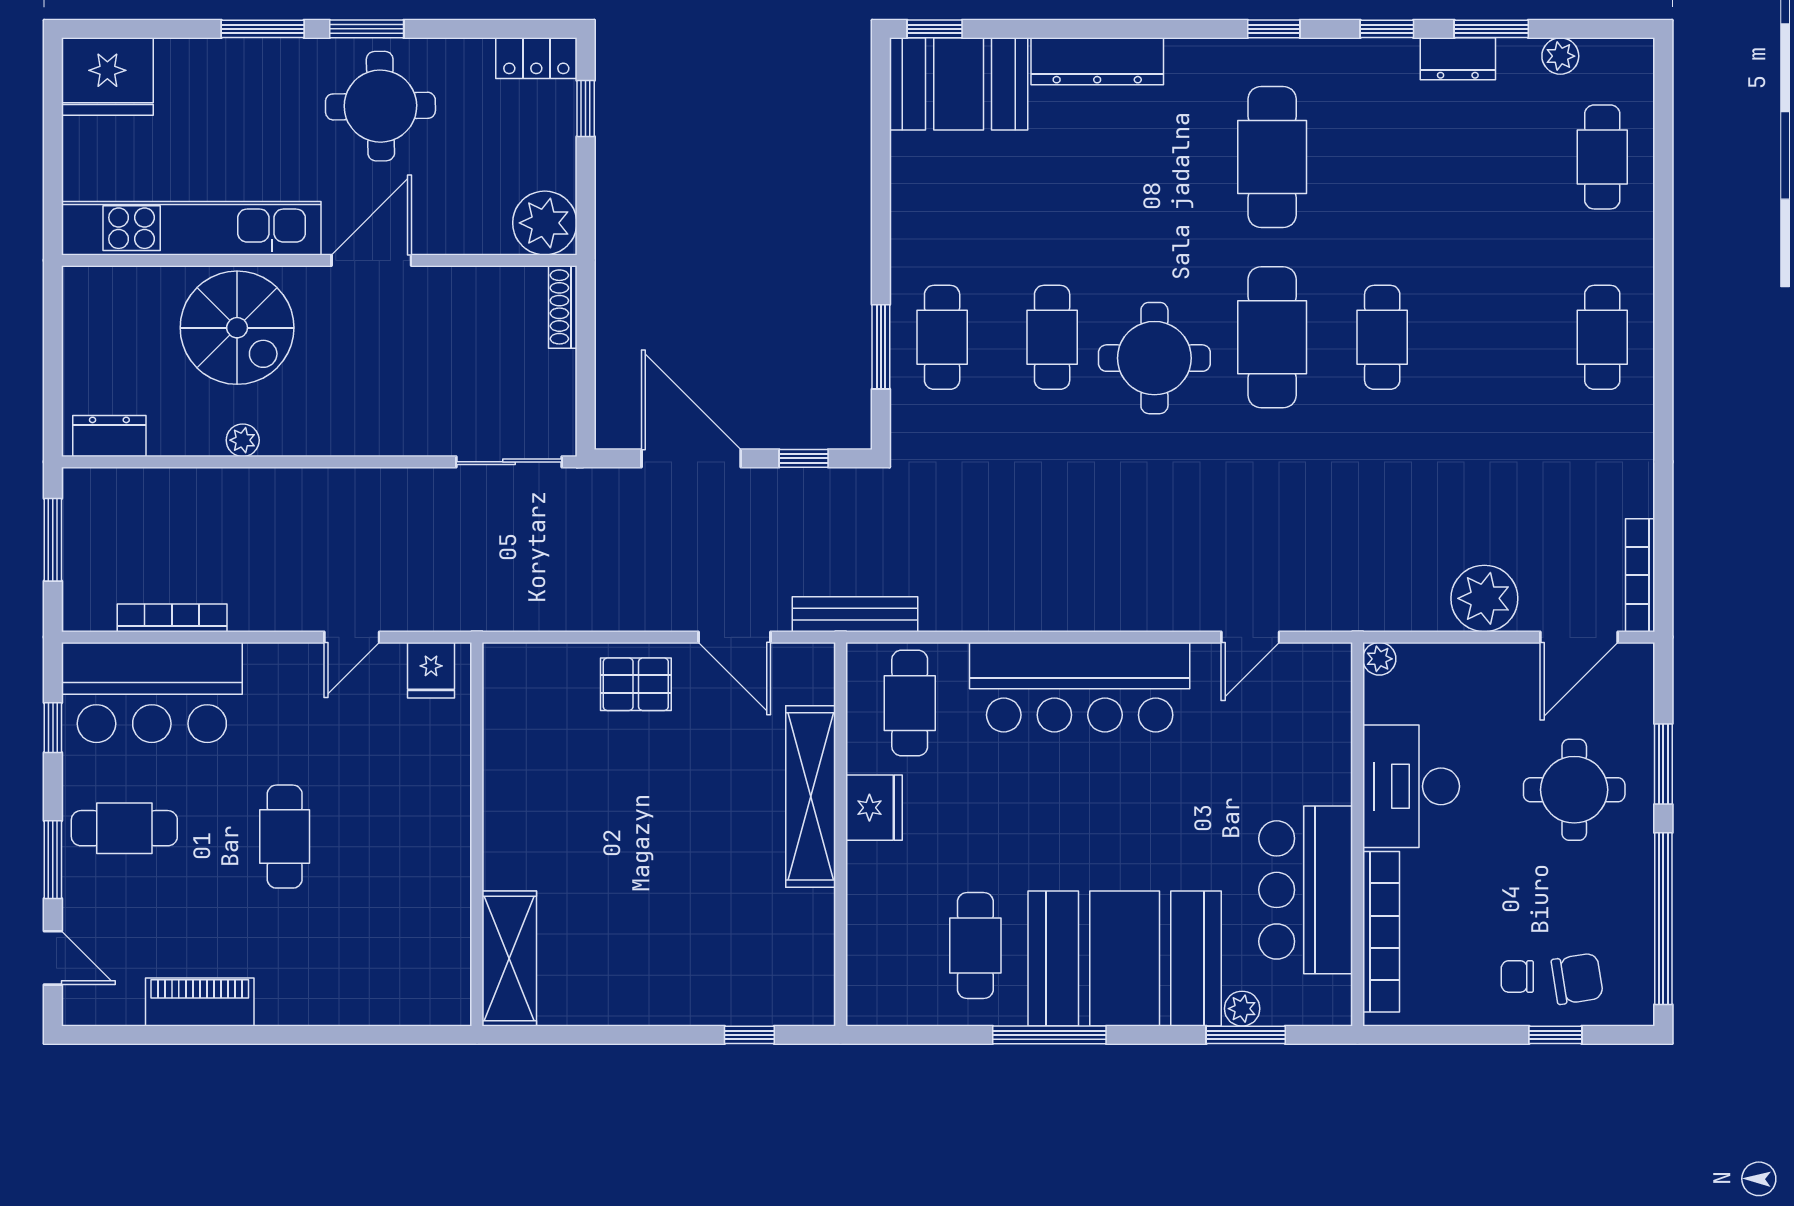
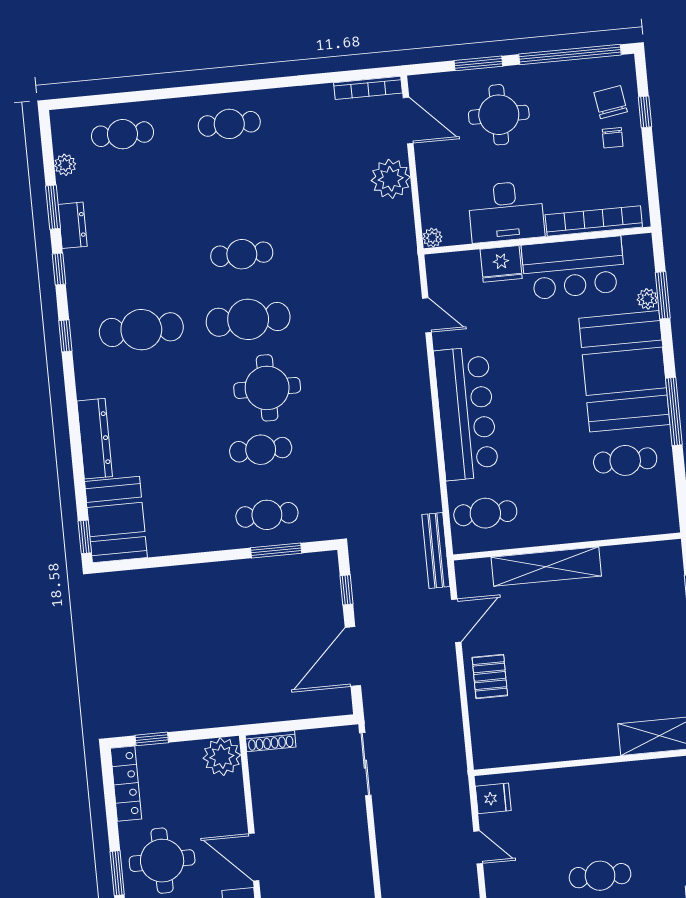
locker: (536, 58) -> (126, 784), width x1.53
fridge: (874, 808) -> (501, 264), moved, turned 180

